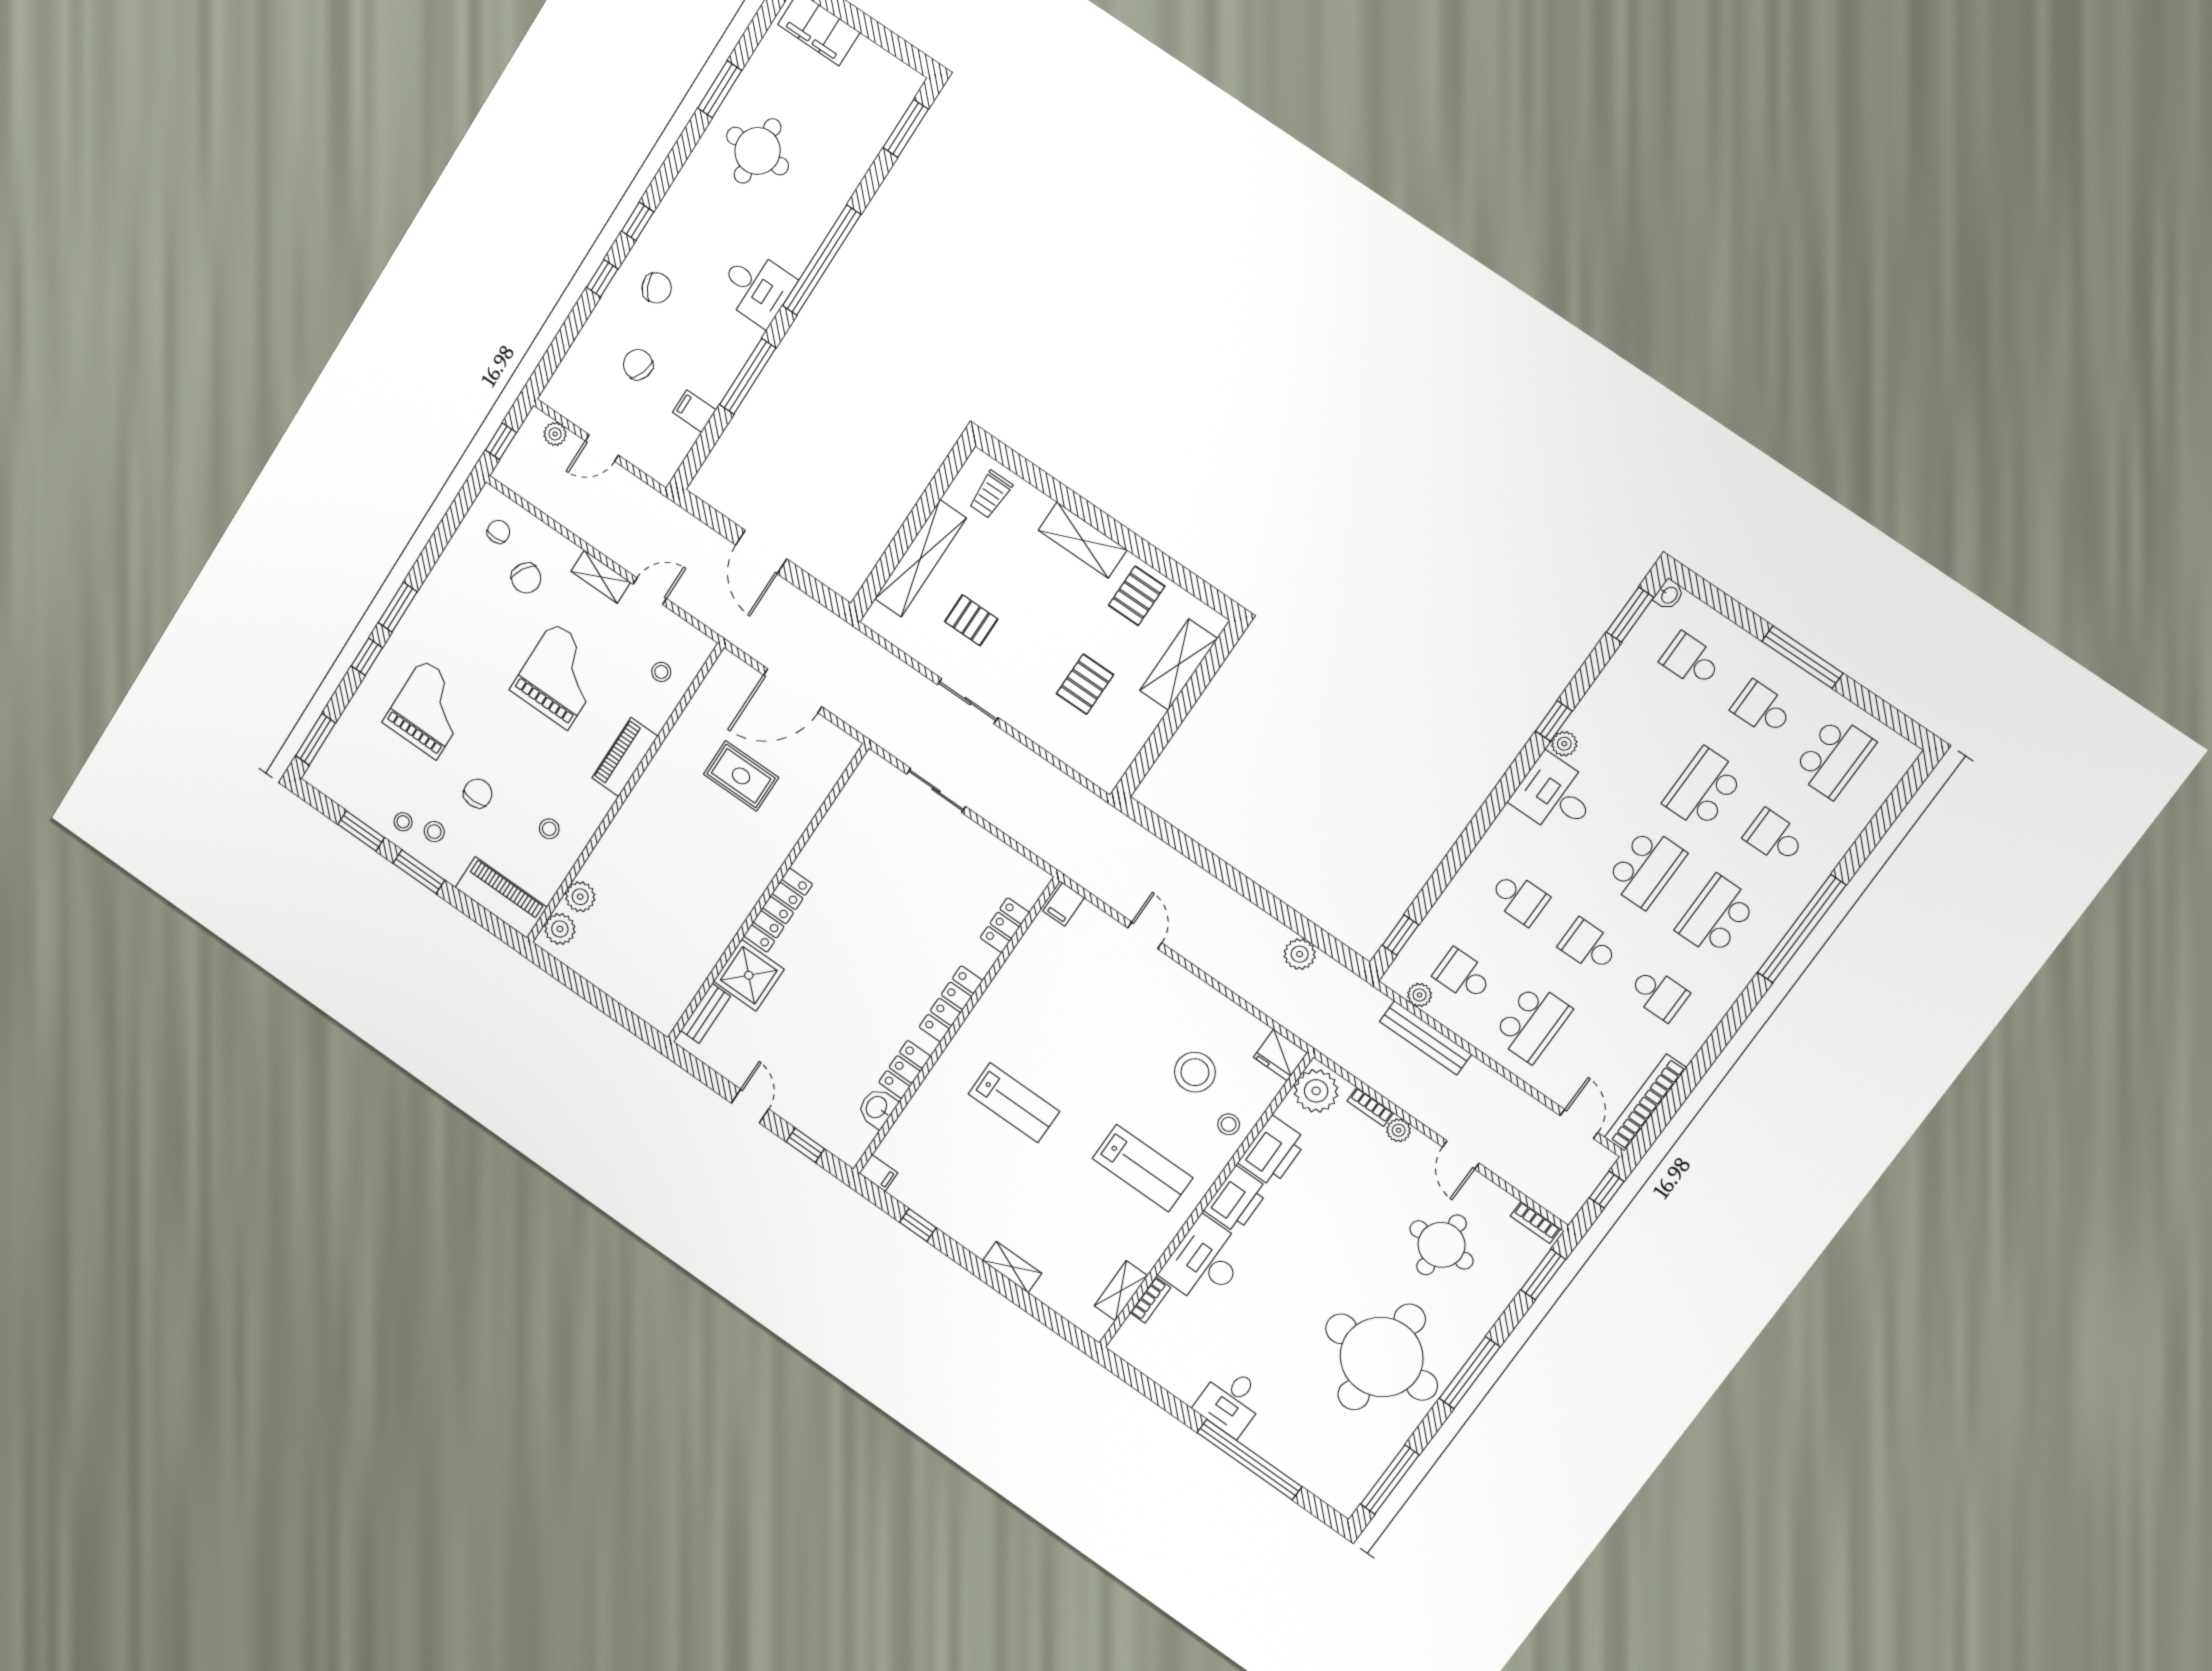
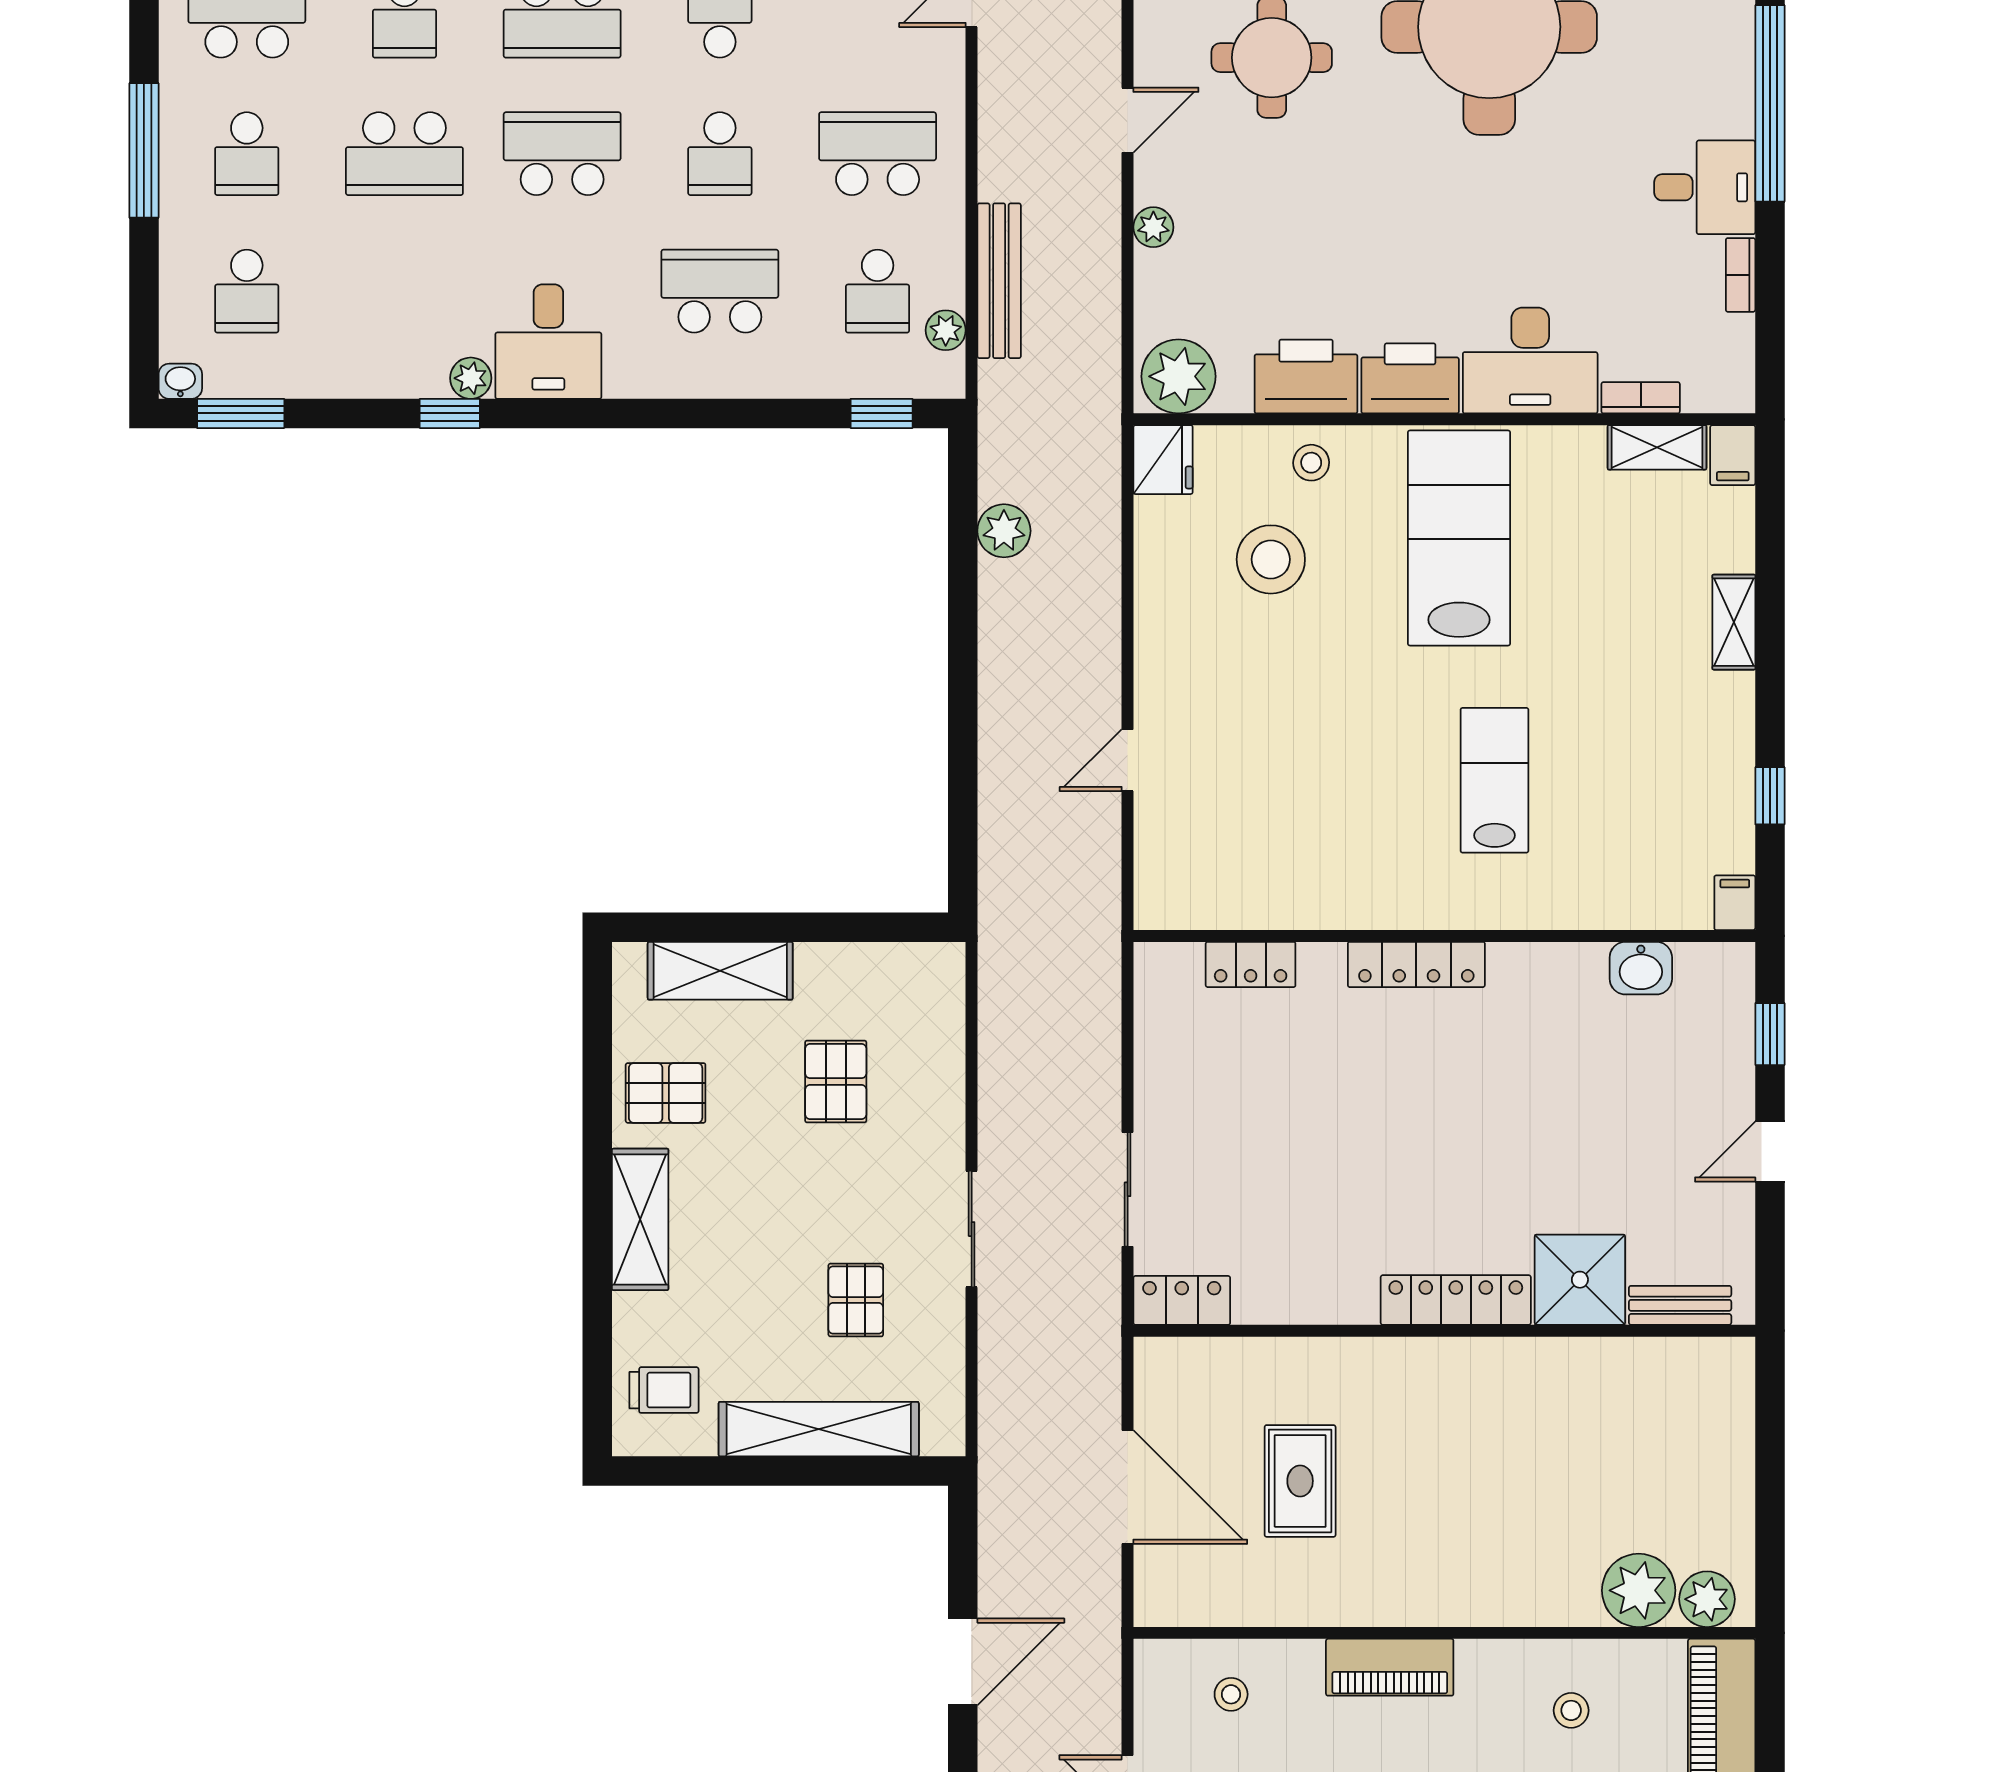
pallet: (1085, 684) -> (836, 1082), turned 90
plant: (580, 897) -> (1639, 1590), width x1.36, depth x1.36
school desk: (1519, 898) -> (720, 291), width x1.85
filing cabinet: (1064, 904) -> (1733, 455), moved, turned 90
locker: (905, 1069) -> (1182, 1300), moved, turned 180
bookcase: (1370, 1107) -> (1741, 275), moved, turned 180
lab bench: (1143, 1168) -> (1459, 538), width x1.36, depth x1.39

